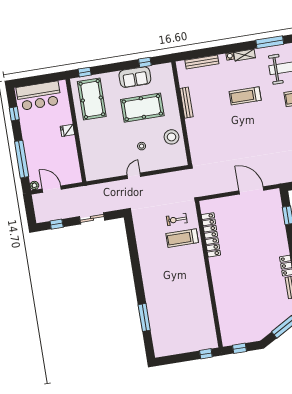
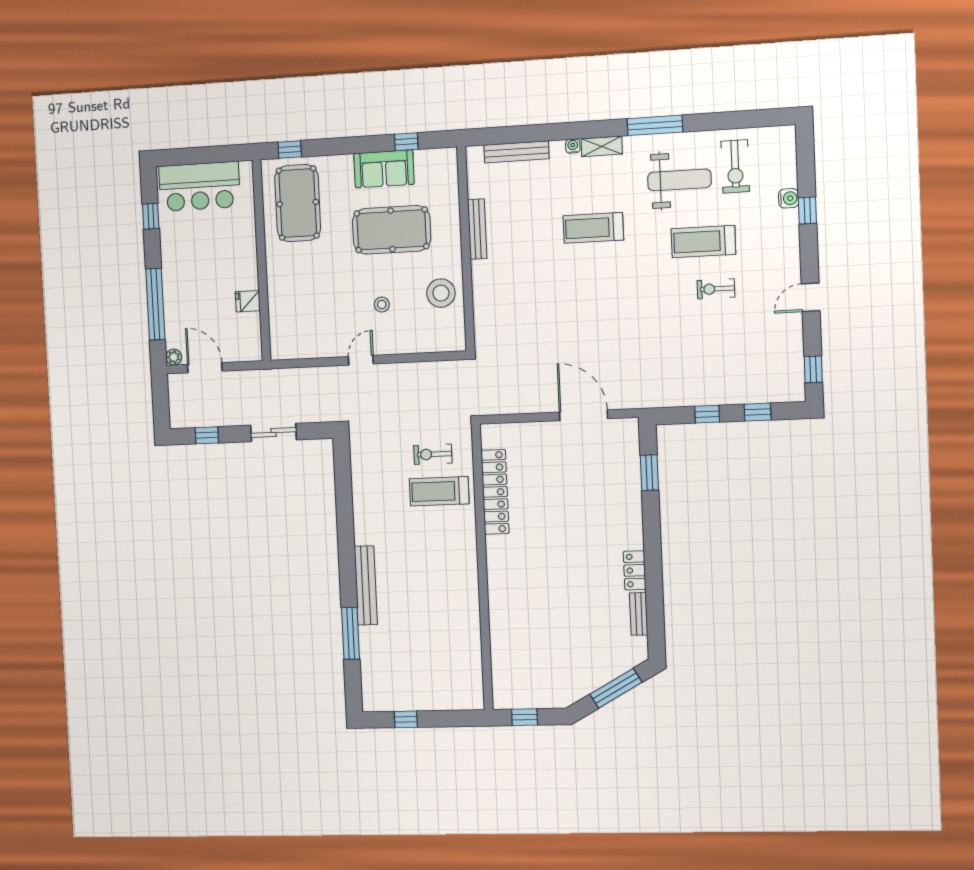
fridge: (67, 130) -> (248, 301), moved
bench: (149, 292) -> (366, 585), added
window: (206, 354) -> (406, 719), moved

